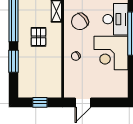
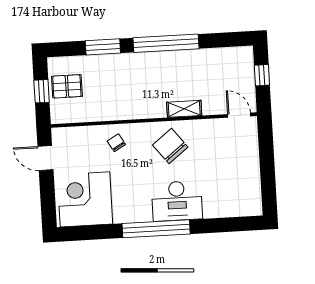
pallet: (38, 37) -> (67, 86), moved
corner desk: (111, 53) -> (85, 199), moved

